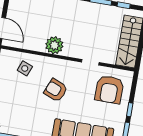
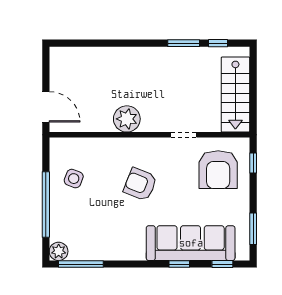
side table: (25, 68) -> (74, 179), moved
window: (130, 110) -> (253, 163), moved

